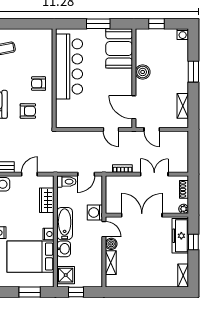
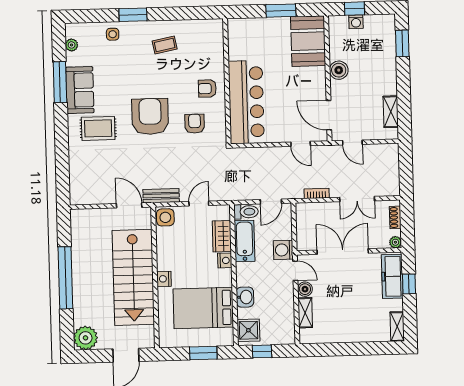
washing machine: (183, 34) -> (356, 22), moved
bar counter: (69, 66) -> (246, 102), moved
window: (193, 72) -> (402, 43), moved
armchair: (28, 111) -> (195, 124), turned -90
double door: (154, 174) -> (357, 199), swing flipped
bathtub: (65, 224) -> (245, 241), moved
nightstand: (49, 234) -> (225, 260), moved

